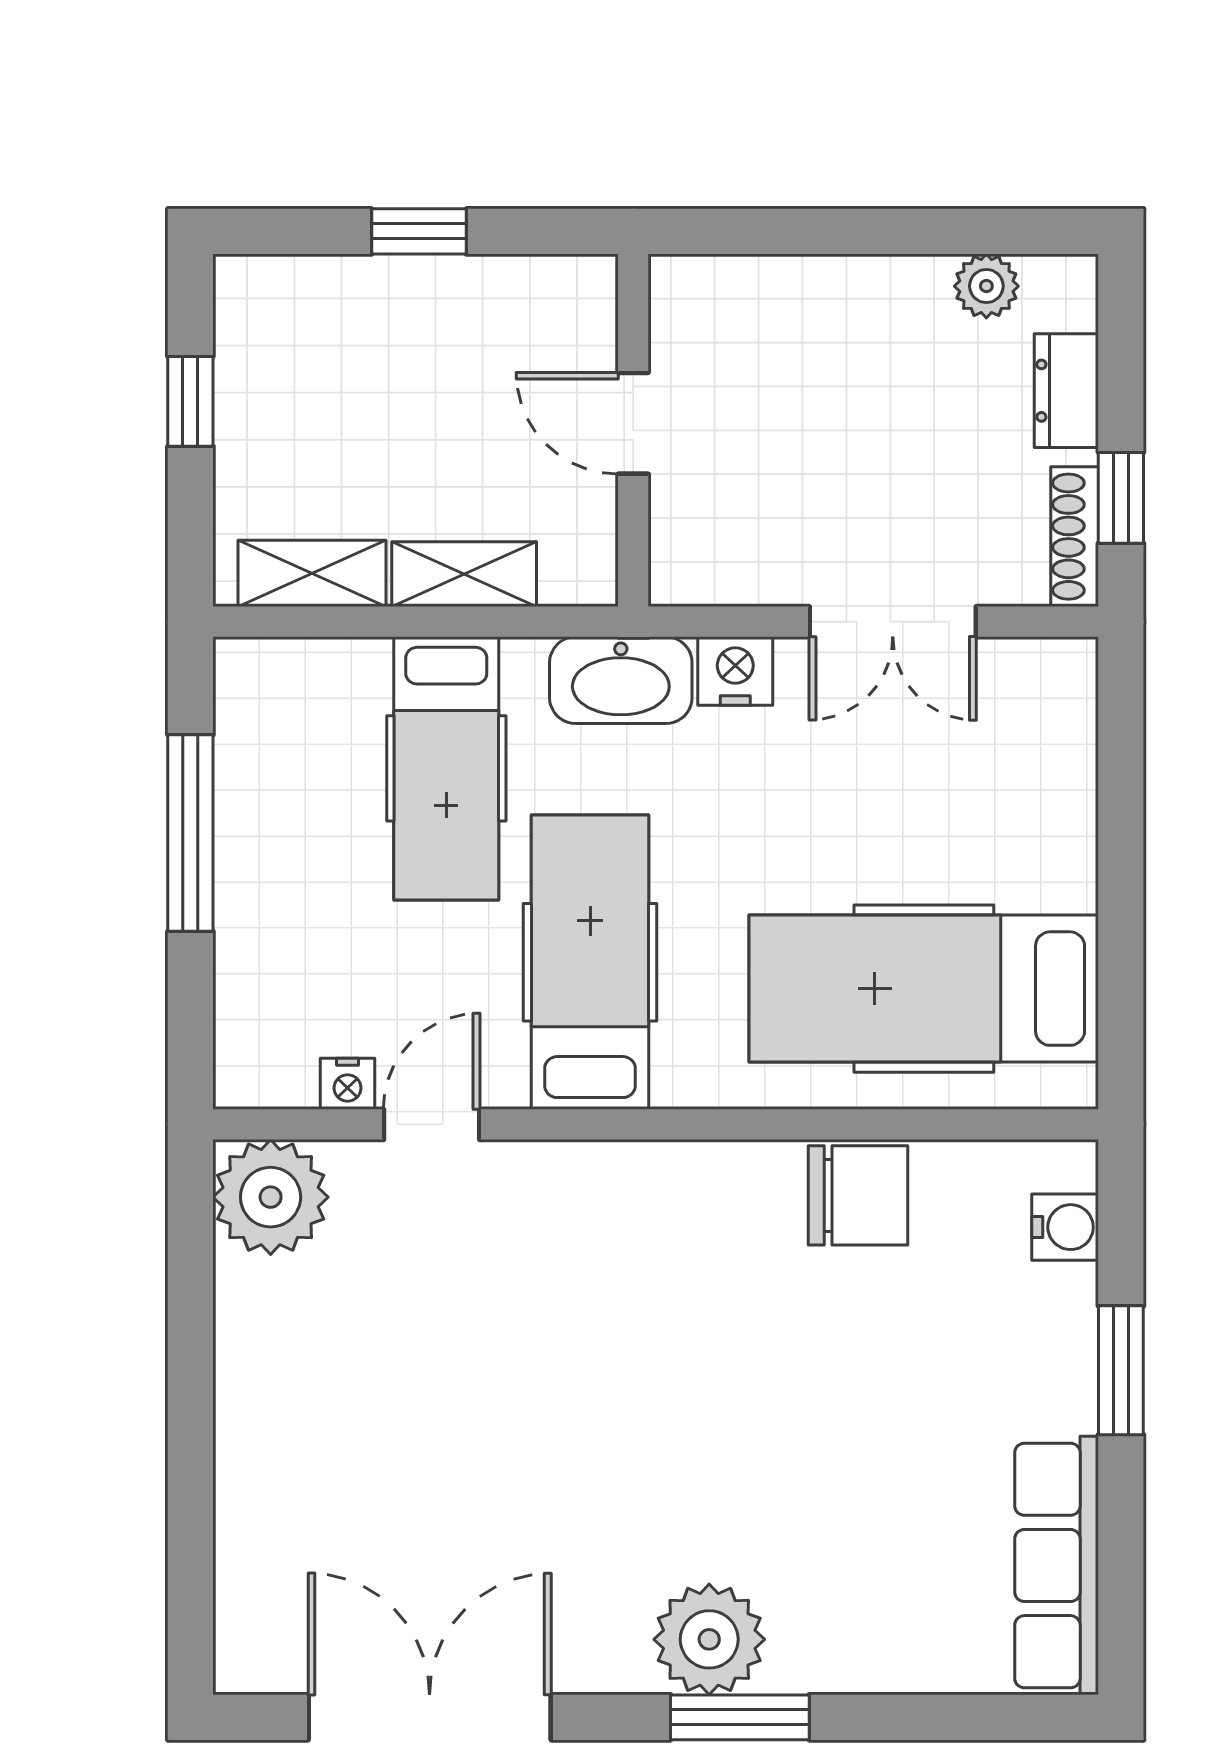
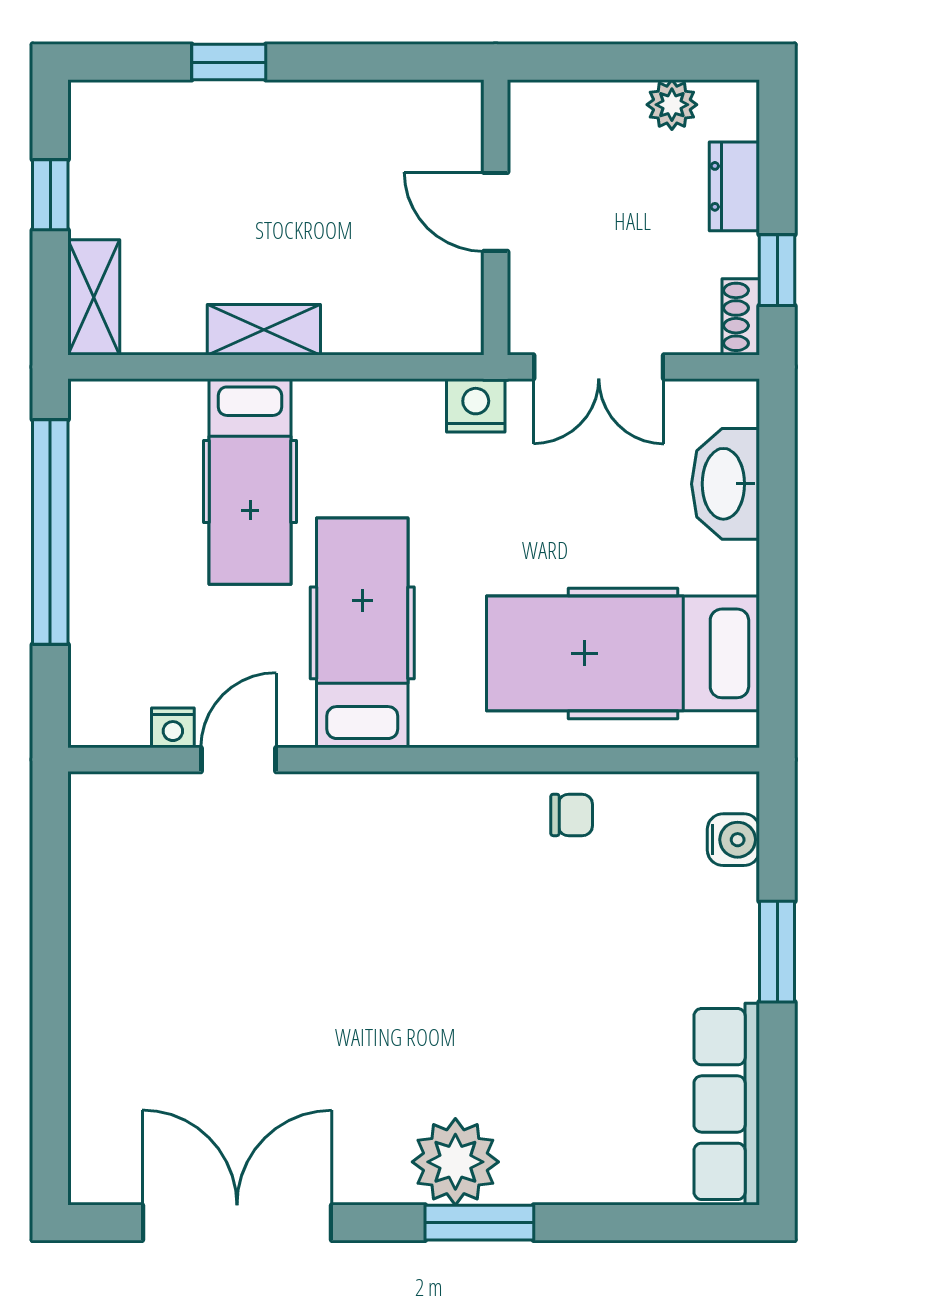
door: (633, 423) -> (496, 212), moved
wall: (633, 430) -> (496, 217), moved
shoe rack: (1075, 537) -> (741, 317), width x0.70
shelving: (312, 573) -> (94, 297), moved, turned 90
washbasin: (621, 680) -> (725, 484), moved, turned 90
window: (190, 833) -> (50, 532), width x1.46
chair: (858, 1195) -> (572, 815), width x0.54, depth x0.54
plant: (271, 1197) -> (113, 816), removed

